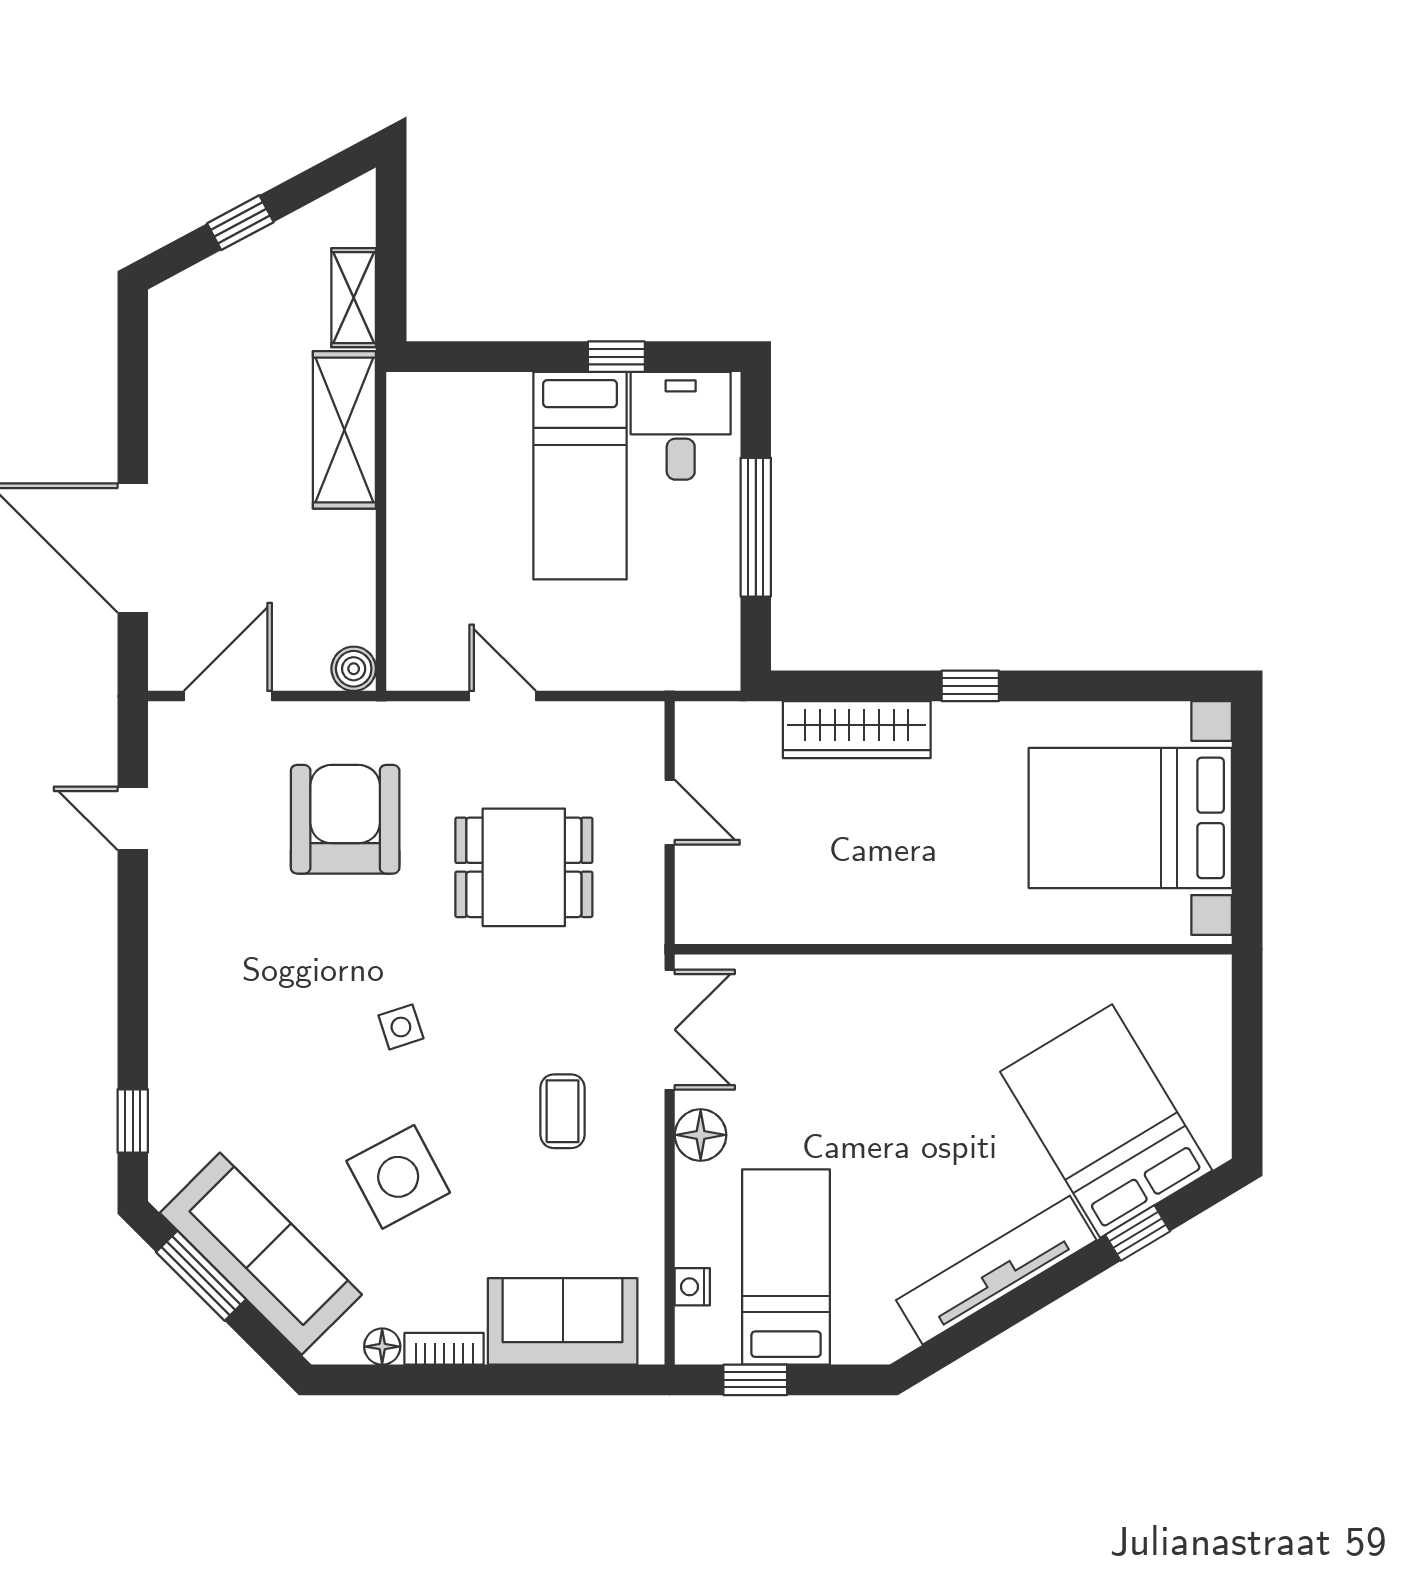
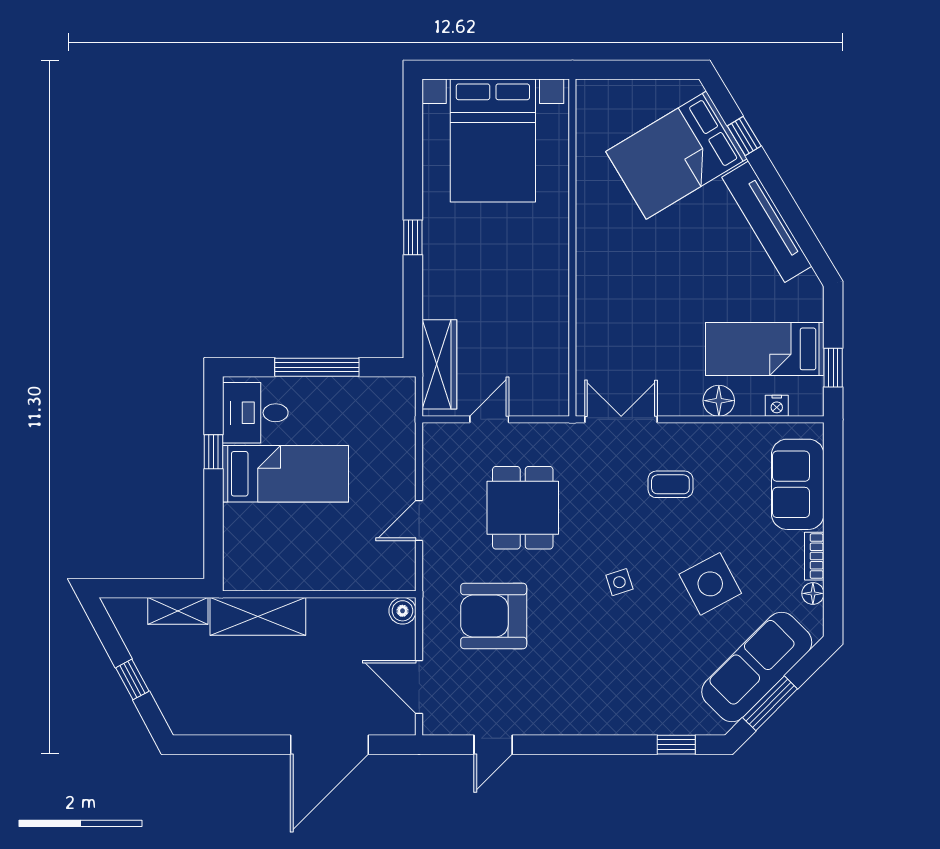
wardrobe: (857, 730) -> (439, 364), moved
floor lamp: (701, 1135) -> (719, 401), moved

